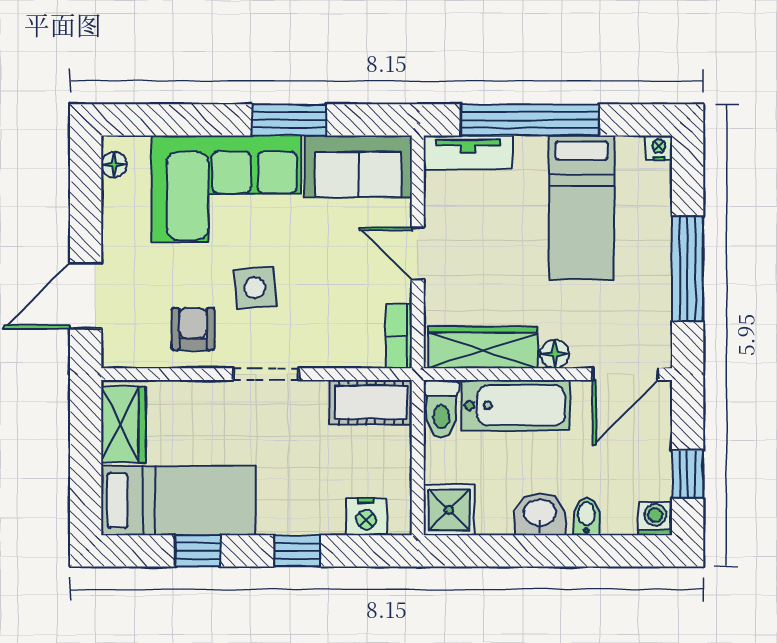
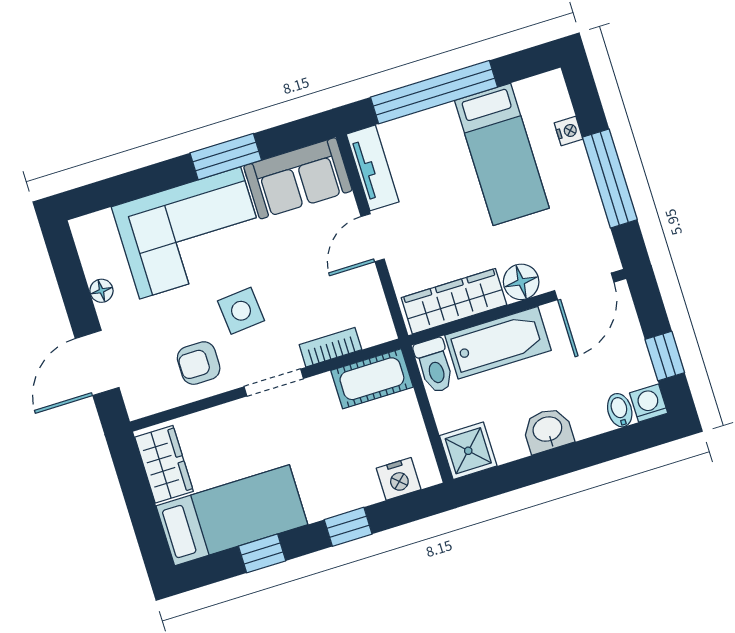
nightstand: (659, 148) -> (569, 131), moved, turned 90
tv unit: (468, 152) -> (373, 168), moved, turned -90
floor lamp: (114, 165) -> (101, 291), moved
door: (418, 254) -> (373, 238), hinge flipped
armchair: (193, 329) -> (199, 363), turned -90
bookcase: (399, 336) -> (330, 347), moved, turned 90
floor lamp: (555, 354) -> (521, 282), width x1.37, depth x1.37
bidet: (586, 516) -> (620, 410), moved

